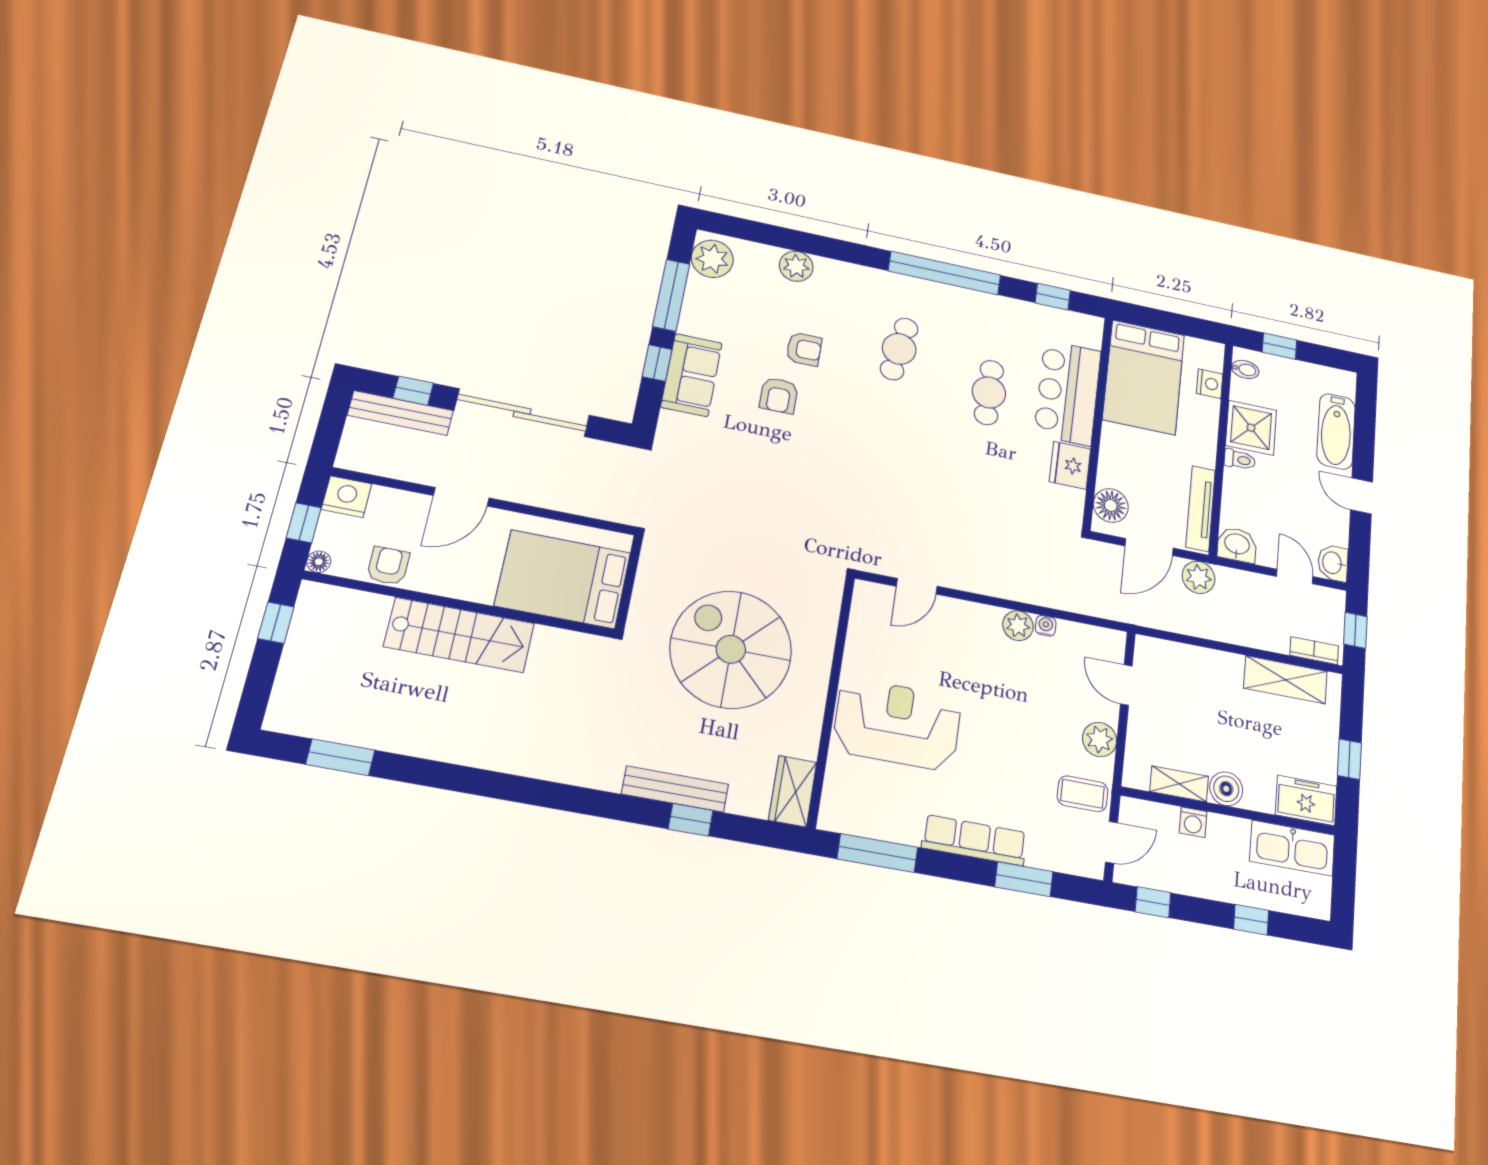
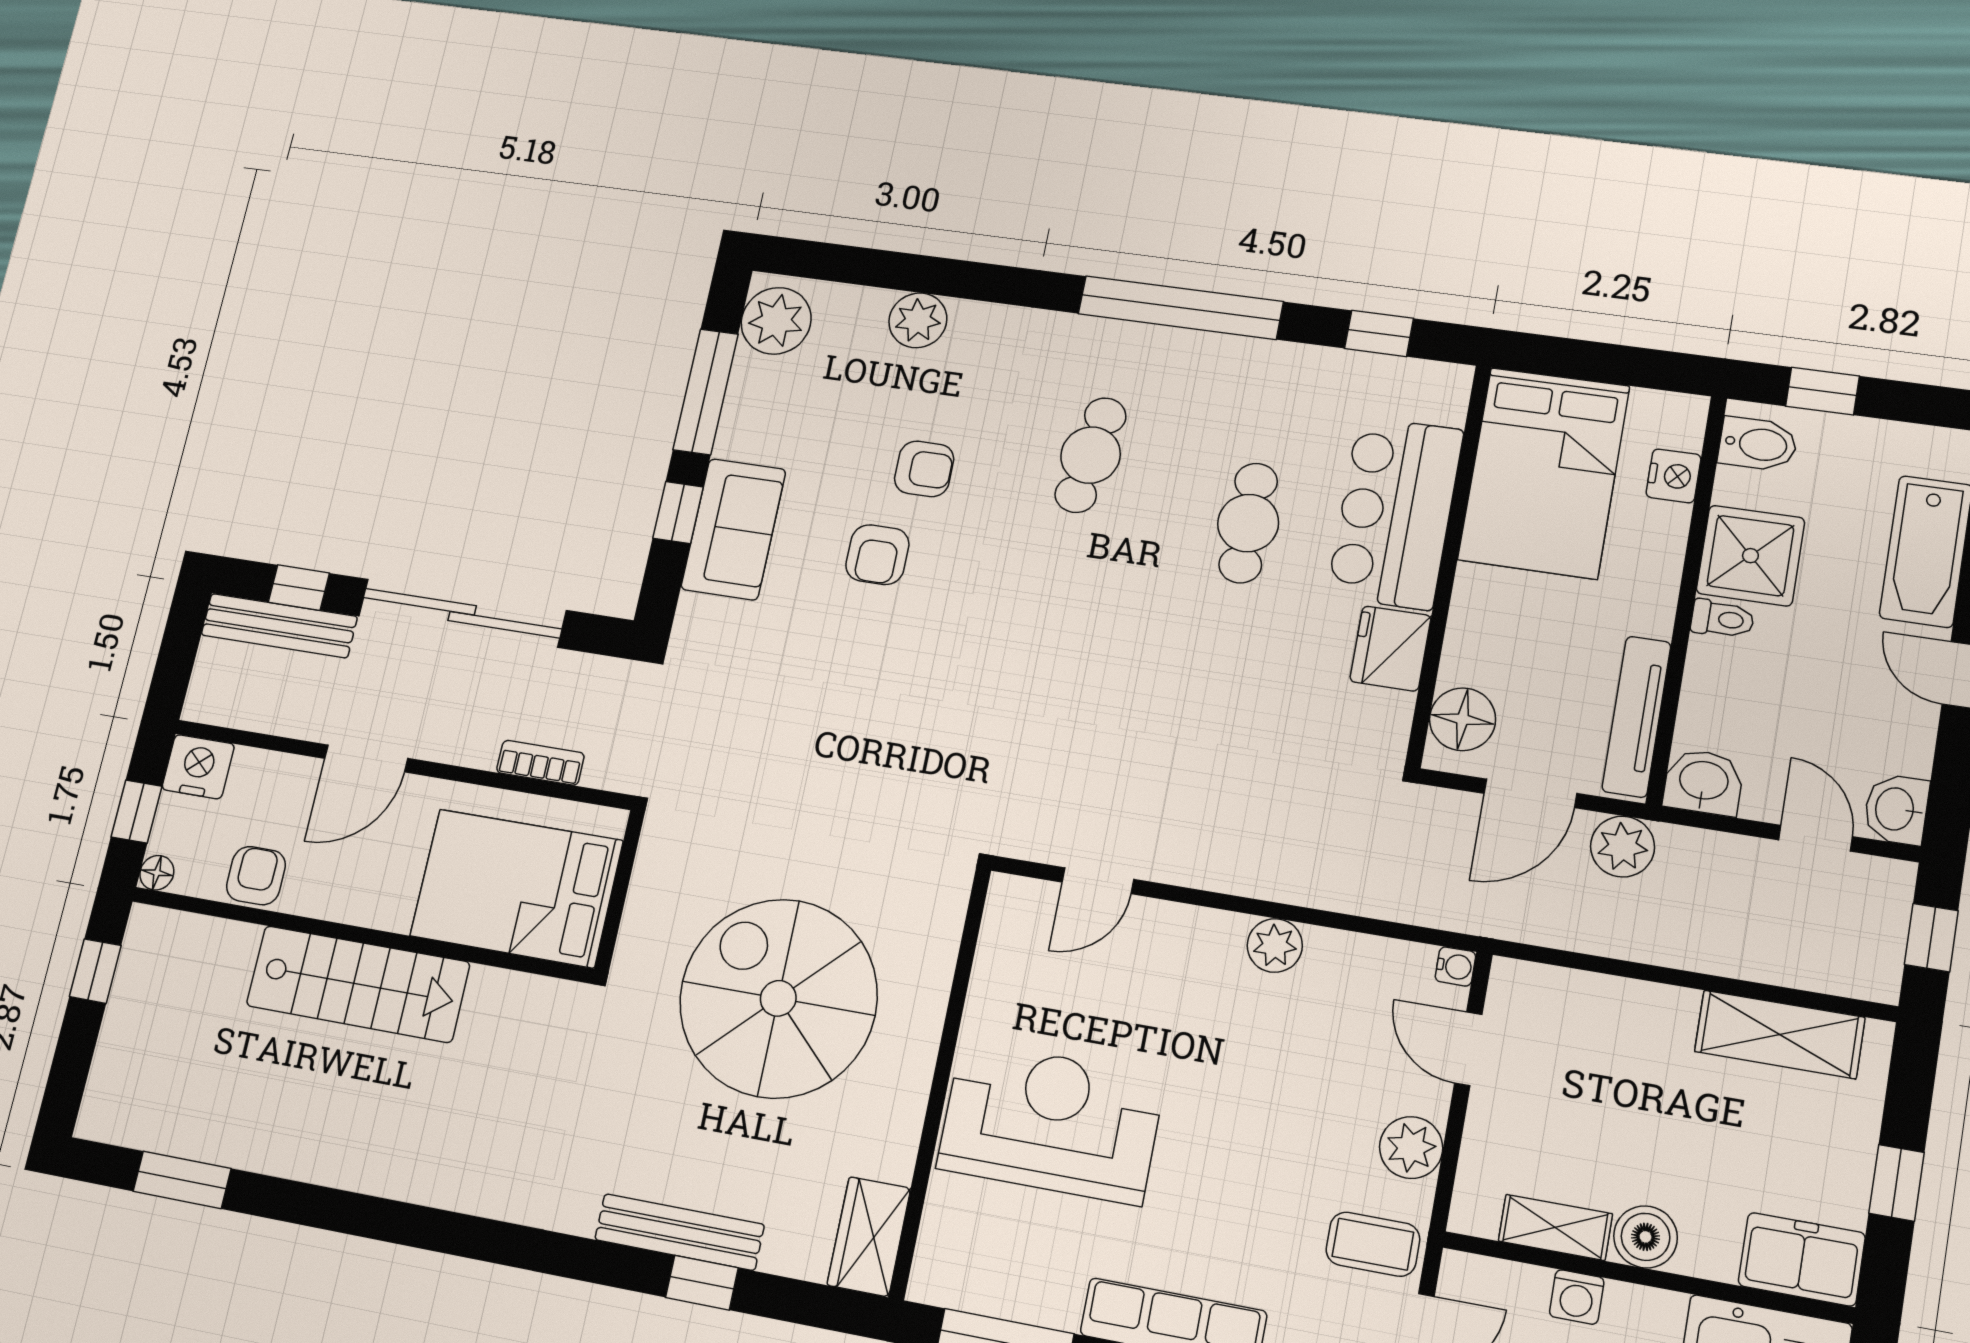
bidet: (1245, 369) -> (1758, 444), width x1.38, depth x1.36
water cooler: (1046, 626) -> (1455, 966), moved, turned 90
bookcase: (1314, 651) -> (540, 763), moved

